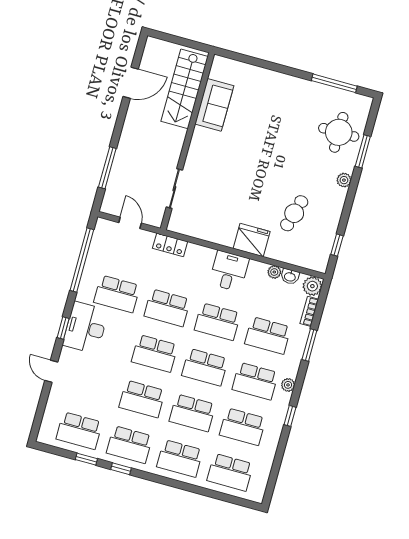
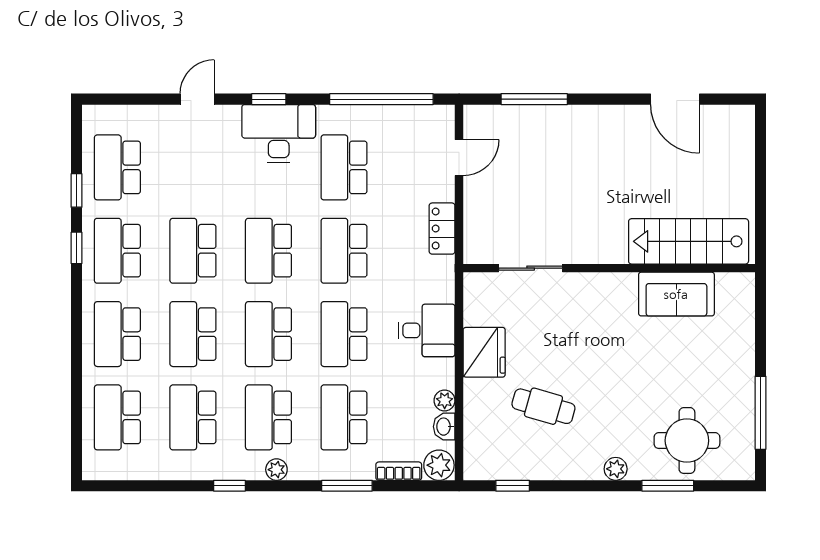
stairs: (185, 89) -> (689, 241), moved
sofa: (214, 105) -> (676, 294), moved
wall: (187, 141) -> (609, 268), moved
sliding door: (174, 189) -> (531, 268), moved

